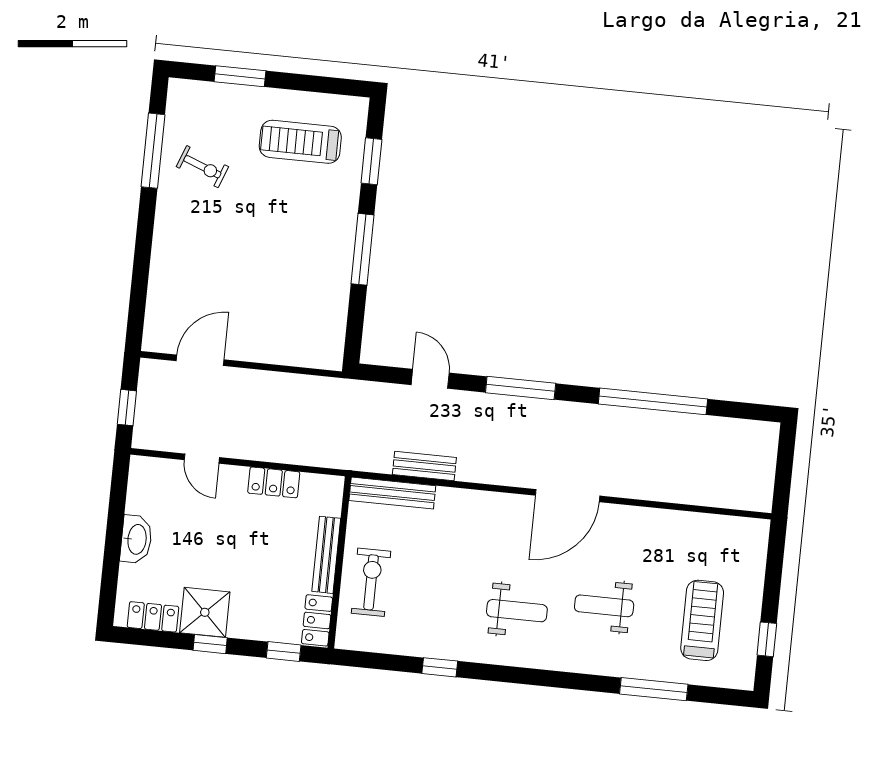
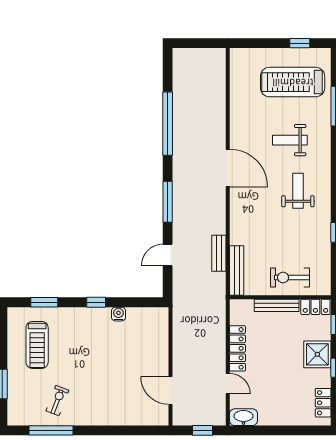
window: (362, 249) -> (96, 302), width x0.46
water cooler: (339, 285) -> (118, 314), added
door: (202, 459) -> (228, 384), hinge flipped
locker: (274, 482) -> (237, 348), width x1.53
washbasin: (136, 539) -> (244, 417), moved
weight bench: (604, 606) -> (290, 140), turned 90
shower: (205, 612) -> (317, 354), moved
treadmill: (702, 620) -> (293, 82), width x1.37, depth x1.38

